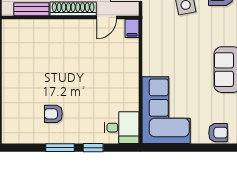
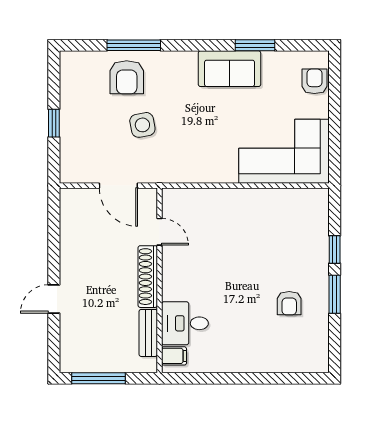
filing cabinet: (132, 28) -> (174, 356), moved
desk: (122, 128) -> (185, 323), moved, turned -90

